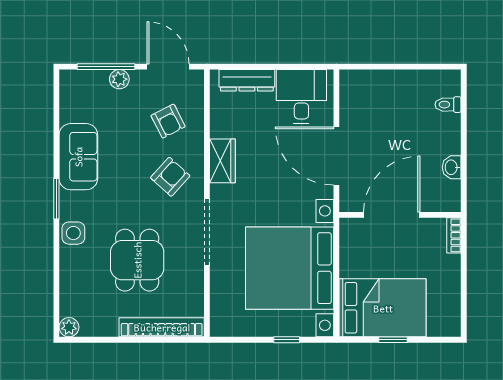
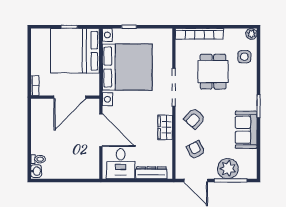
plant: (119, 79) -> (228, 169), width x1.88, depth x1.88
washbasin: (452, 167) -> (36, 171), moved
side table: (73, 233) -> (244, 57), moved
bed: (383, 308) -> (75, 51), width x1.36

